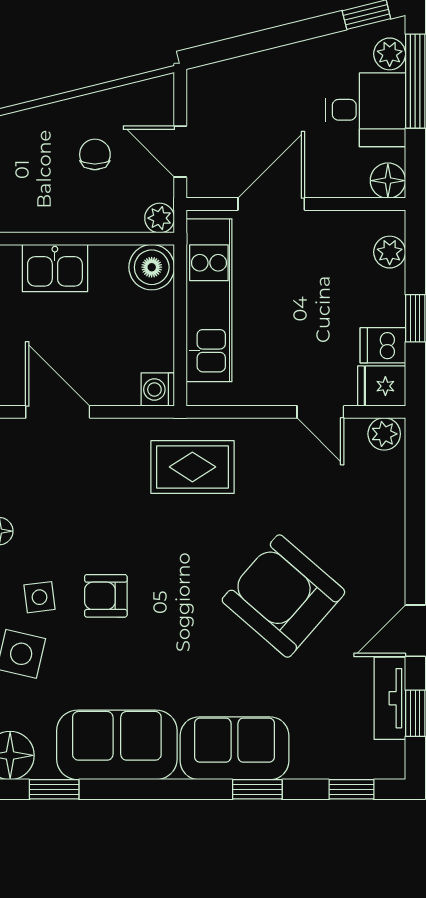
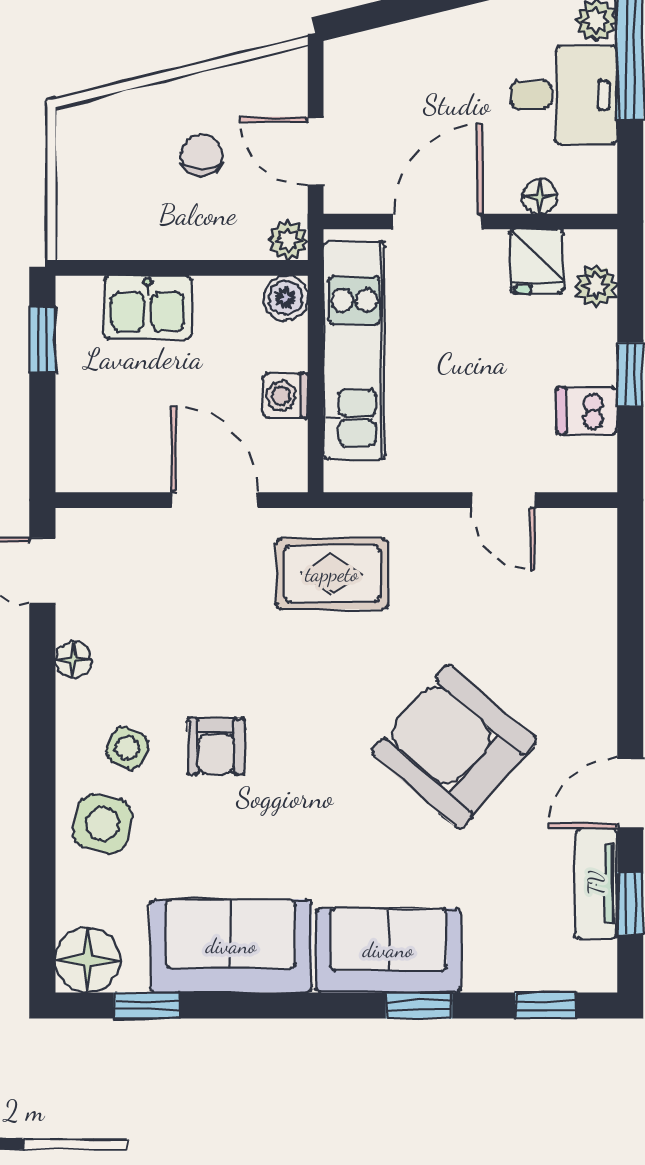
floor lamp: (388, 181) -> (540, 197), moved, width x0.73, depth x0.73
boiler: (152, 267) -> (286, 298), width x0.73, depth x0.73
fridge: (382, 386) -> (537, 261), moved, turned -90
washing machine: (158, 389) -> (286, 396), moved
door: (58, 412) -> (215, 500), moved
plant: (384, 434) -> (589, 529), removed
armchair: (106, 596) -> (216, 746), turned -90
side table: (40, 597) -> (127, 748), turned 31

